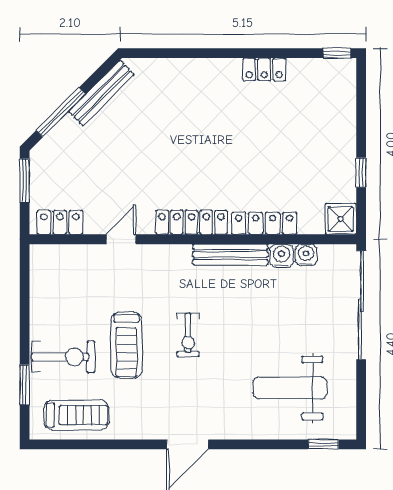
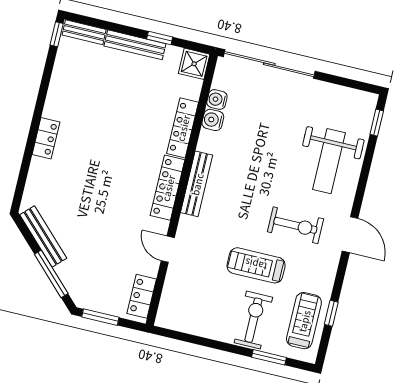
locker: (264, 69) -> (46, 138), moved
bench: (347, 84) -> (84, 32), added
bench: (346, 146) -> (135, 45), added
bench: (230, 255) -> (197, 184), moved
exercise bike: (188, 335) -> (295, 225), moved, width x1.38, depth x1.39
treadmill: (126, 345) -> (256, 265), turned 180
weight bench: (290, 388) -> (329, 161), moved
window: (92, 444) -> (331, 313), added

